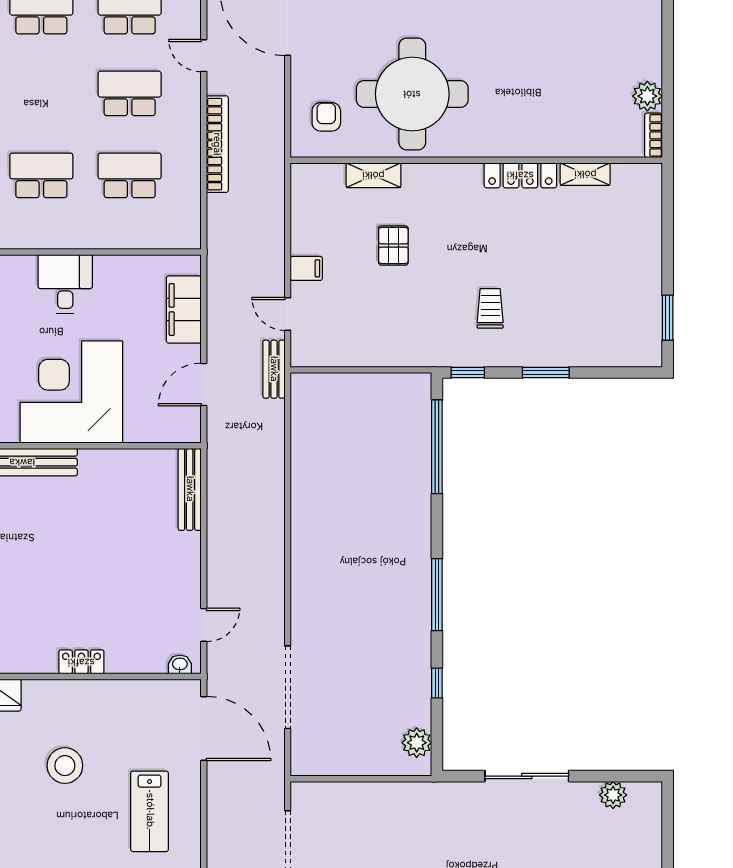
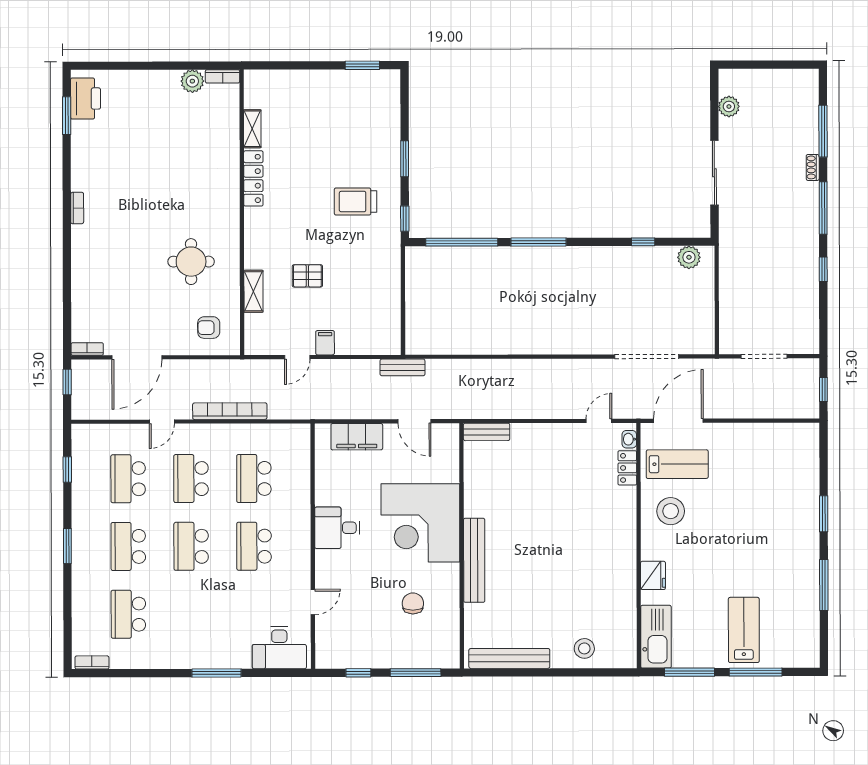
school desk: (41, 93) -> (191, 546), added
round table: (412, 94) -> (191, 262), width x0.54, depth x0.54
trolley: (490, 308) -> (356, 202), width x1.36, depth x1.39
door: (288, 314) -> (297, 357), moved
bench: (190, 489) -> (487, 432), width x0.73
window: (437, 595) -> (539, 242), moved
door: (204, 625) -> (599, 421), hinge flipped
locker: (81, 662) -> (627, 468), moved
stool: (65, 766) -> (671, 511), moved
lab bench: (150, 811) -> (677, 464), moved

